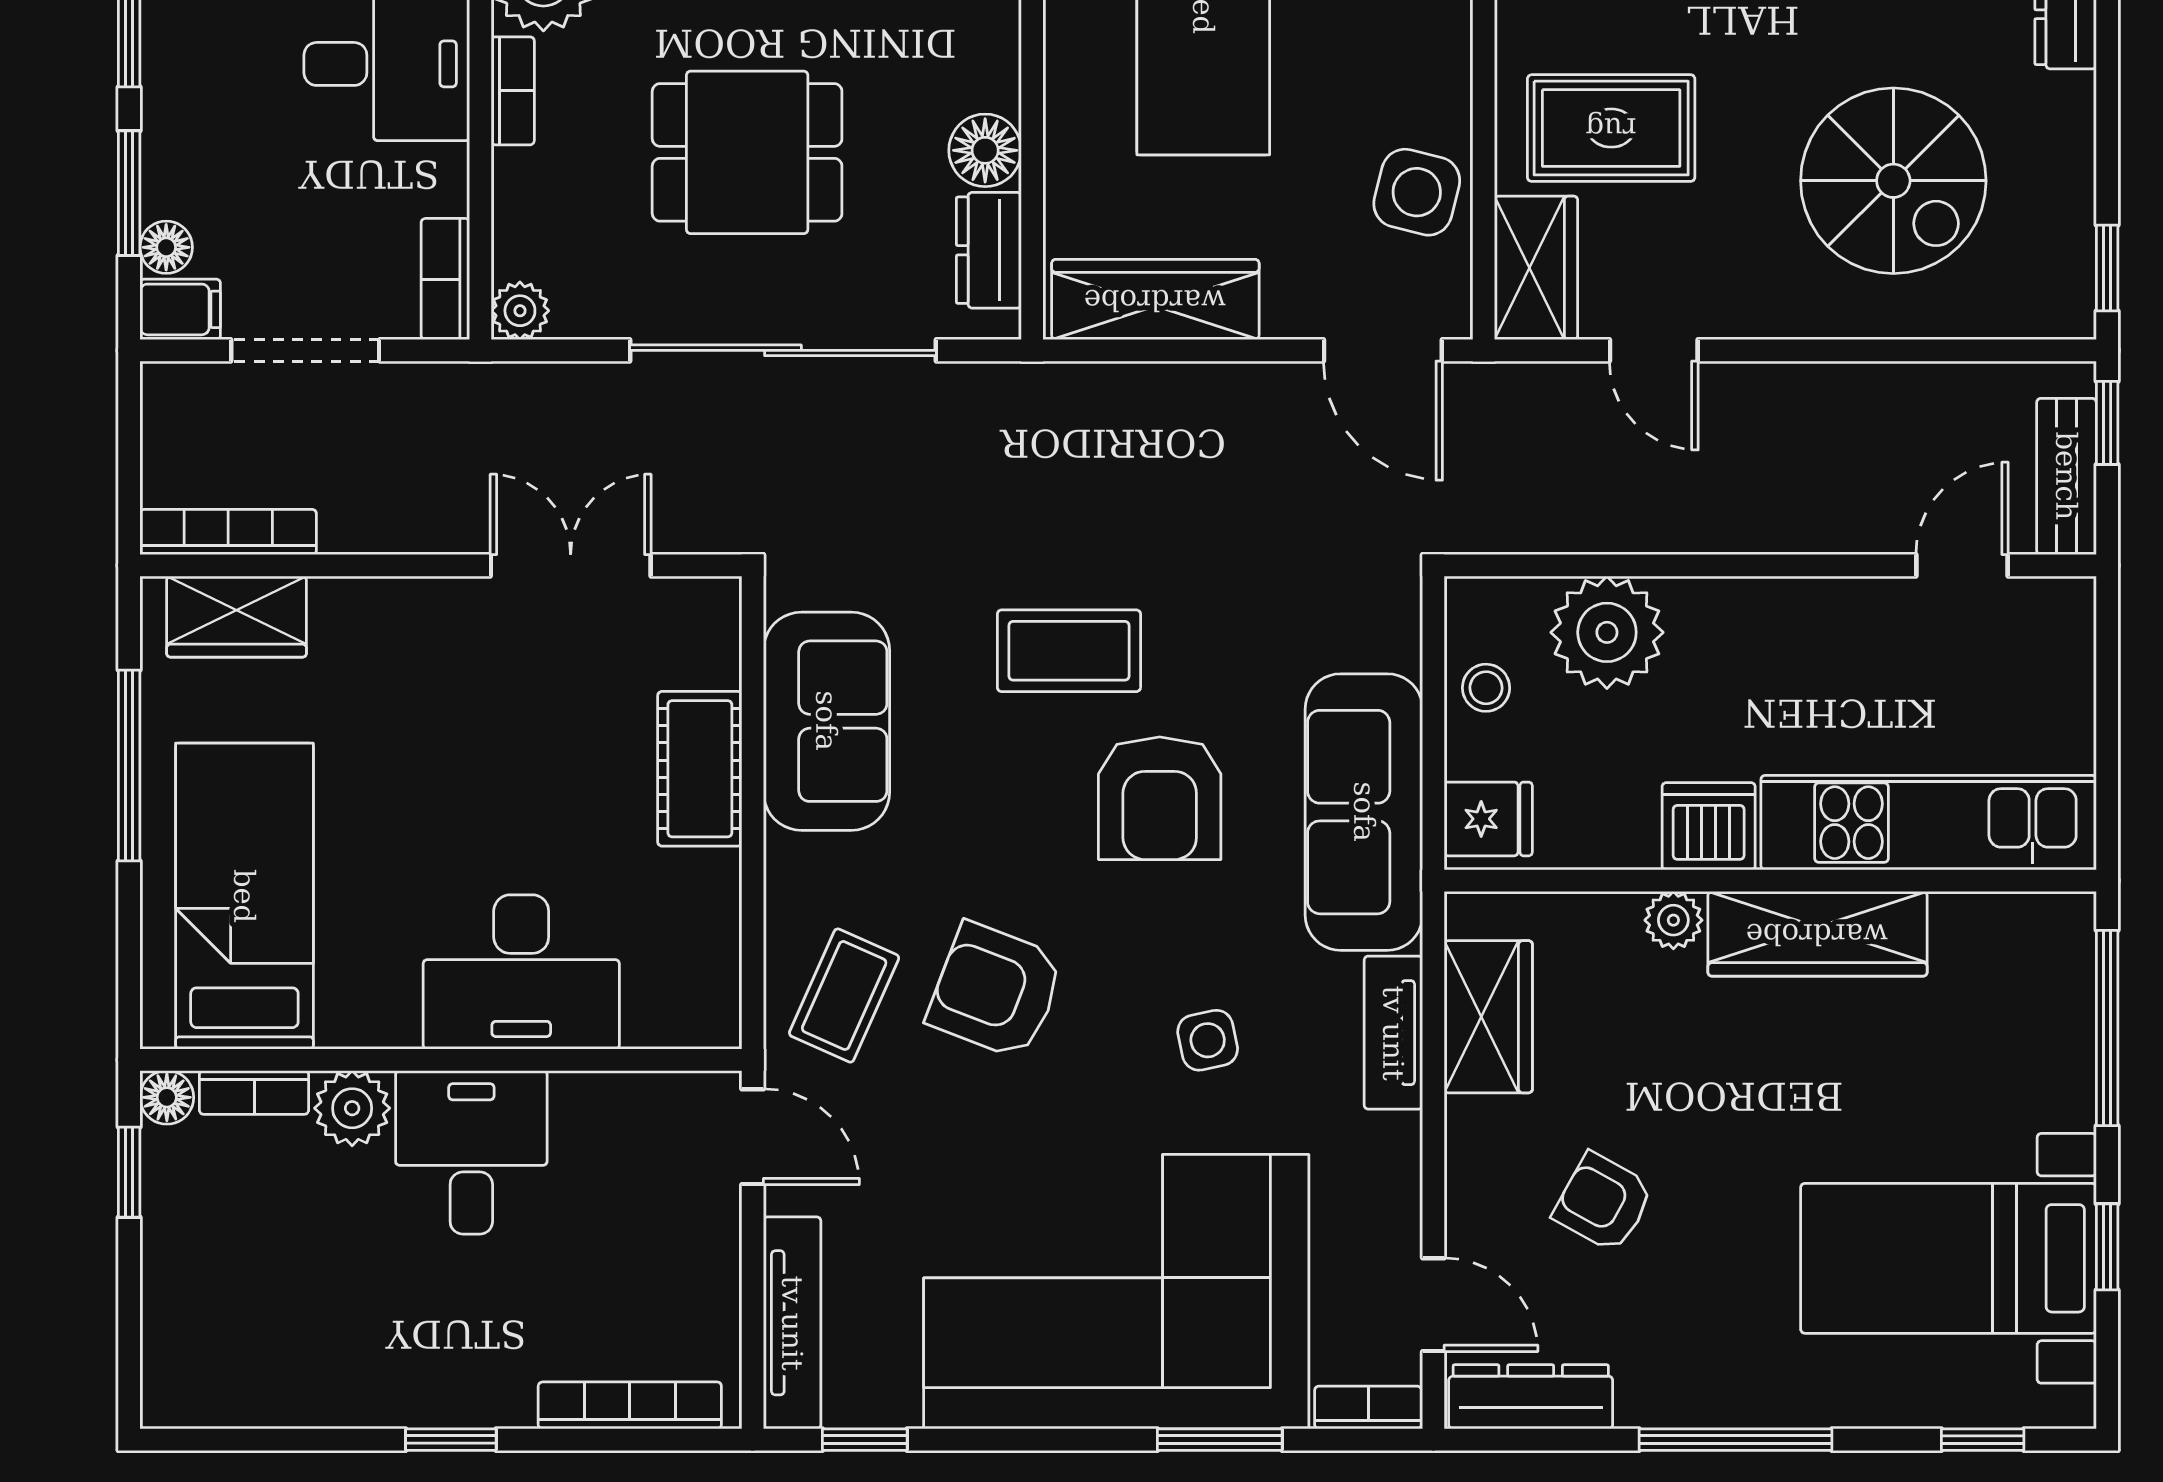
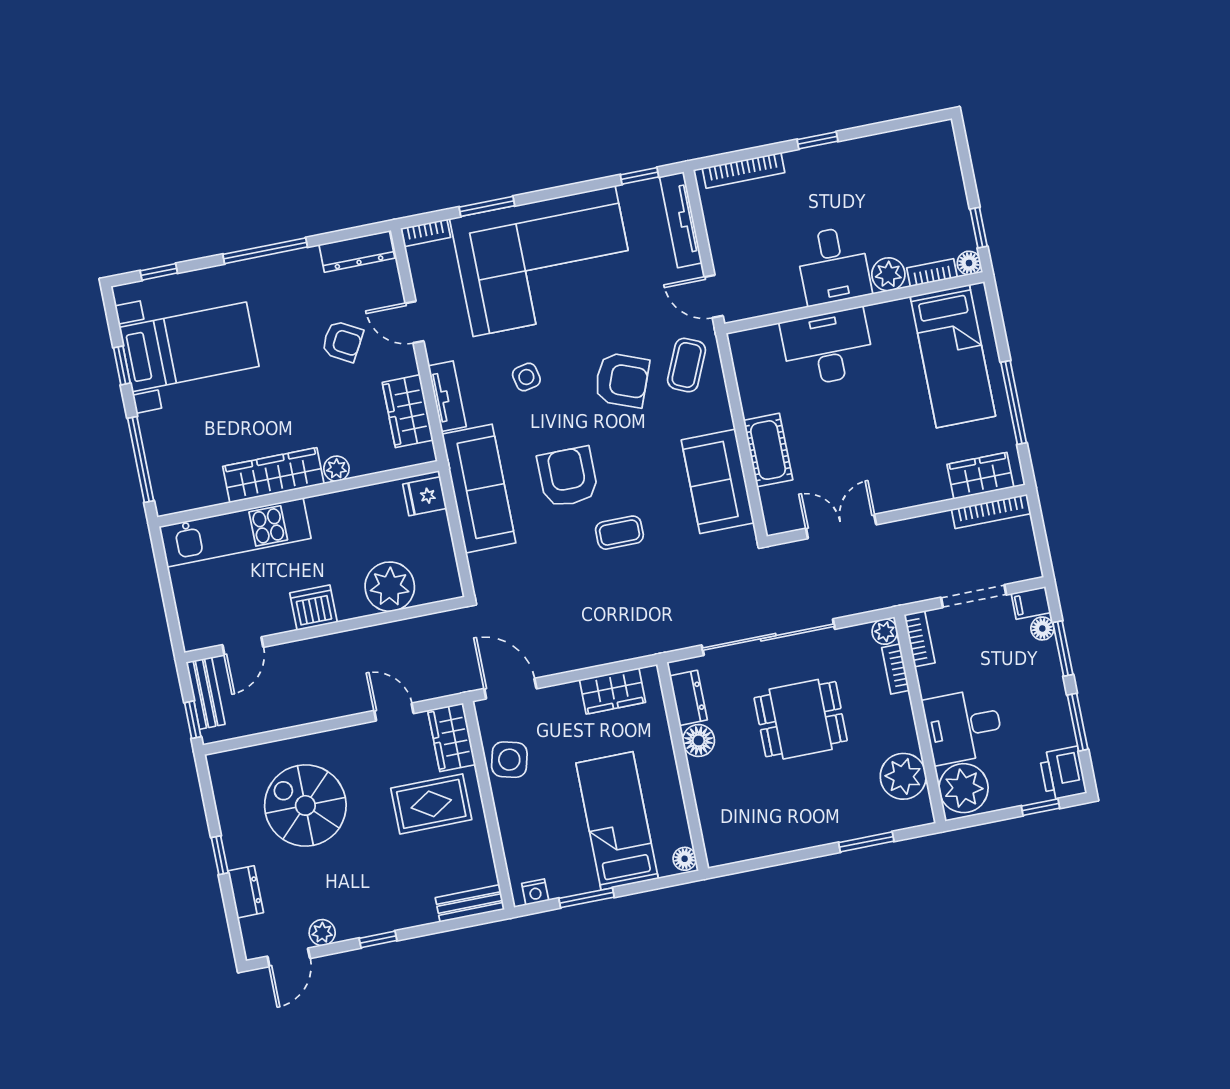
bookcase: (513, 91) -> (895, 669), moved
window: (2107, 268) -> (220, 855), moved
wardrobe: (1155, 300) -> (613, 691), width x0.67
double door: (571, 565) -> (841, 526), swing flipped
coffee table: (1069, 651) -> (619, 533), width x0.73, depth x0.77
stool: (1486, 688) -> (437, 552), removed
dishwasher: (1709, 826) -> (314, 608), moved, turned 180
door: (1433, 1305) -> (414, 322), moved

